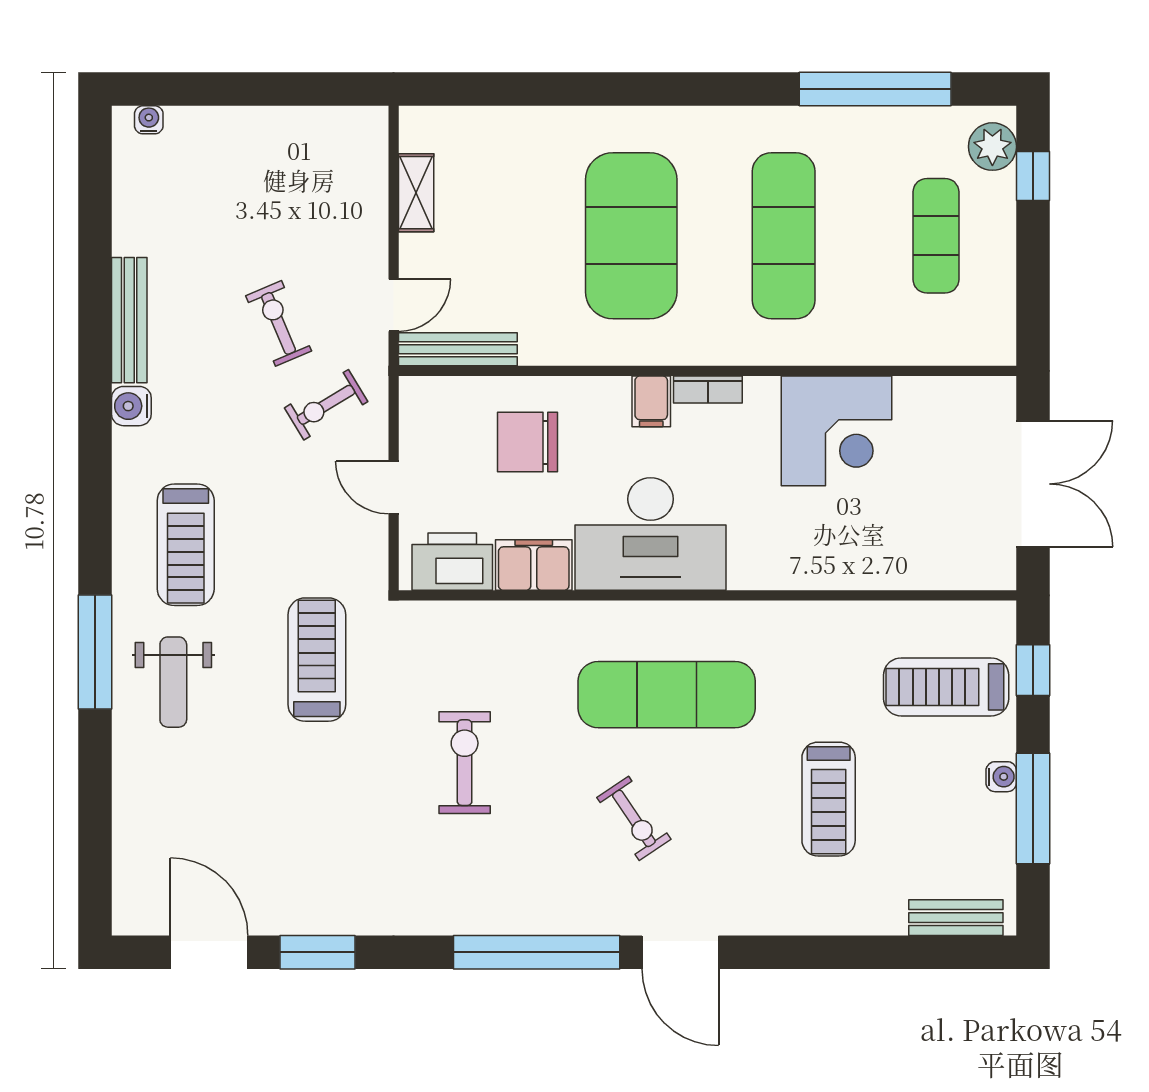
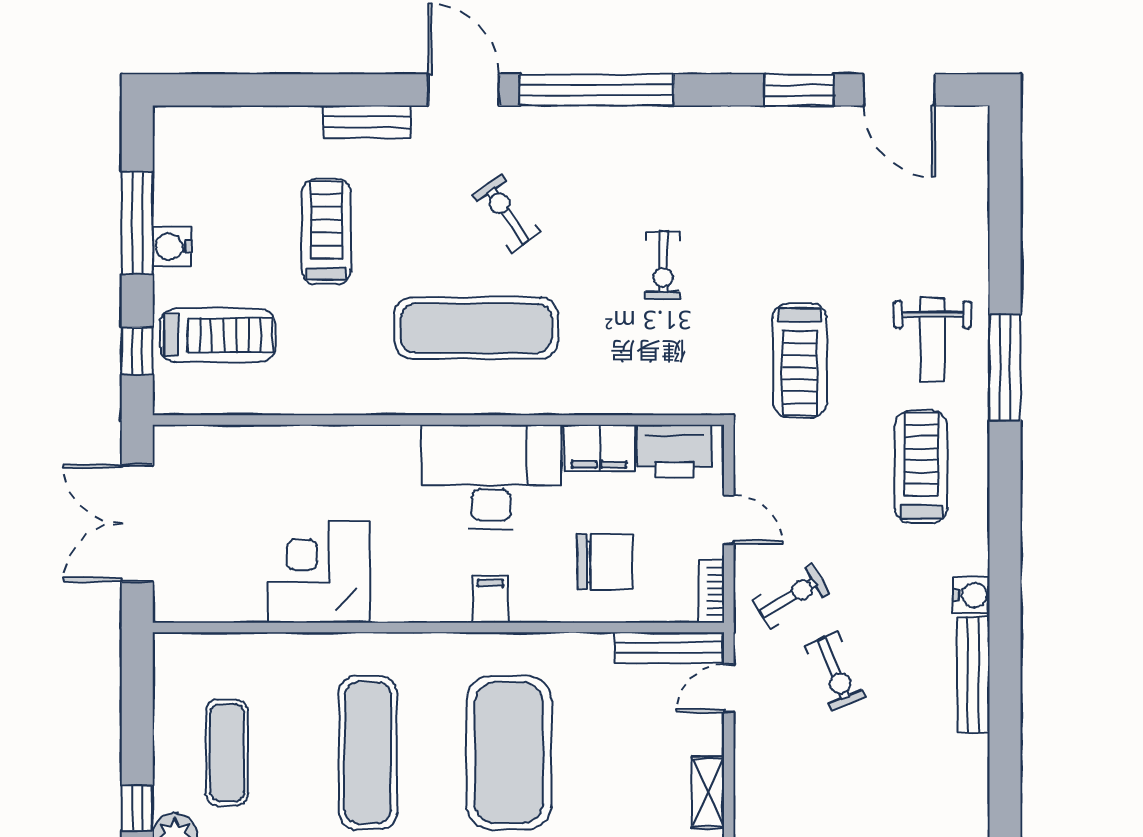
bookcase: (708, 390) -> (712, 591), moved, turned -90
weight bench: (173, 682) -> (933, 340), turned 180
exercise bike: (465, 763) -> (663, 265), width x0.73, depth x0.72
water cooler: (1001, 777) -> (172, 247), width x1.38, depth x1.38
bench: (956, 918) -> (367, 122), moved

